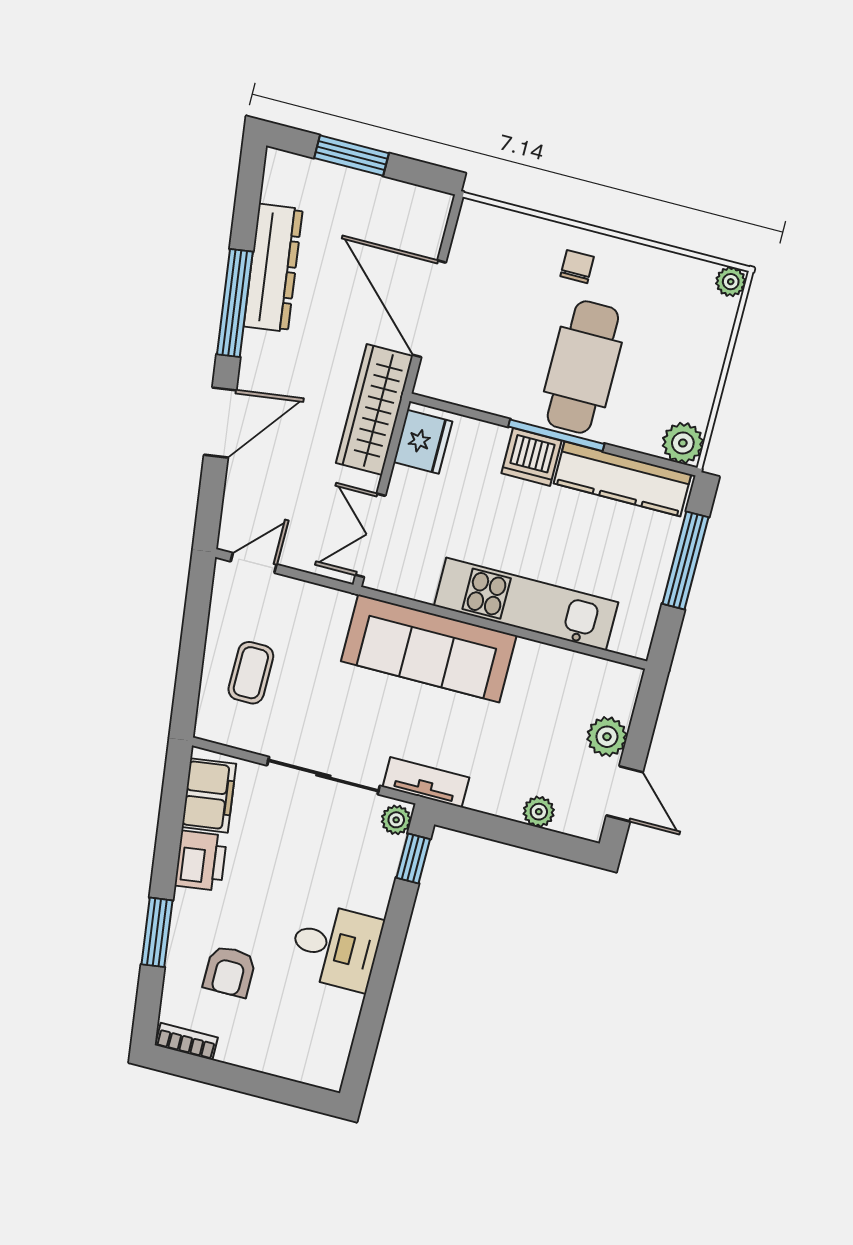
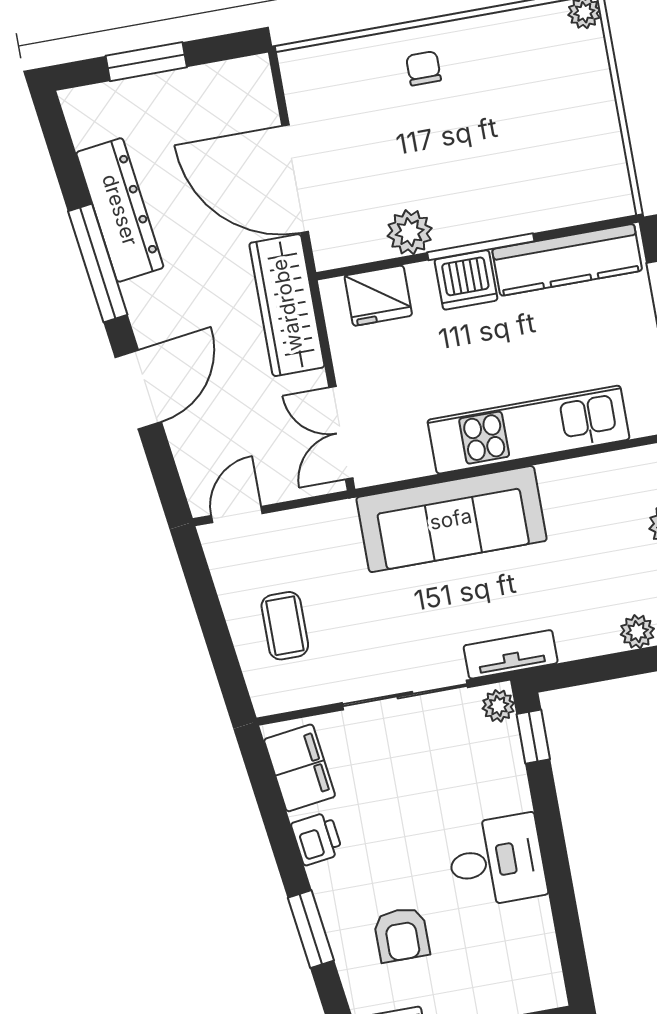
cafe table: (583, 367) -> (476, 166), removed
fridge: (423, 442) -> (378, 296), moved, turned 90
plant: (683, 443) -> (410, 232), moved
printer: (201, 861) -> (317, 839), width x0.73, depth x0.81

